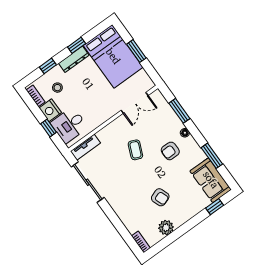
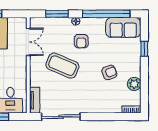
coffee table: (135, 150) -> (62, 66), width x1.86, depth x1.72
window: (212, 156) -> (106, 14), width x2.11
window: (215, 207) -> (144, 49), moved

